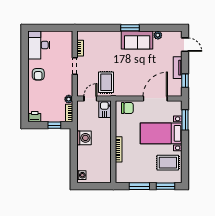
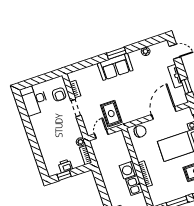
sofa: (137, 40) -> (115, 67), moved
armchair: (38, 74) -> (59, 94), moved
kitchen sink: (105, 109) -> (134, 186), moved
printer: (35, 117) -> (65, 166), moved
window: (54, 125) -> (64, 175), moved
washing machine: (84, 138) -> (128, 170), moved, turned 180

